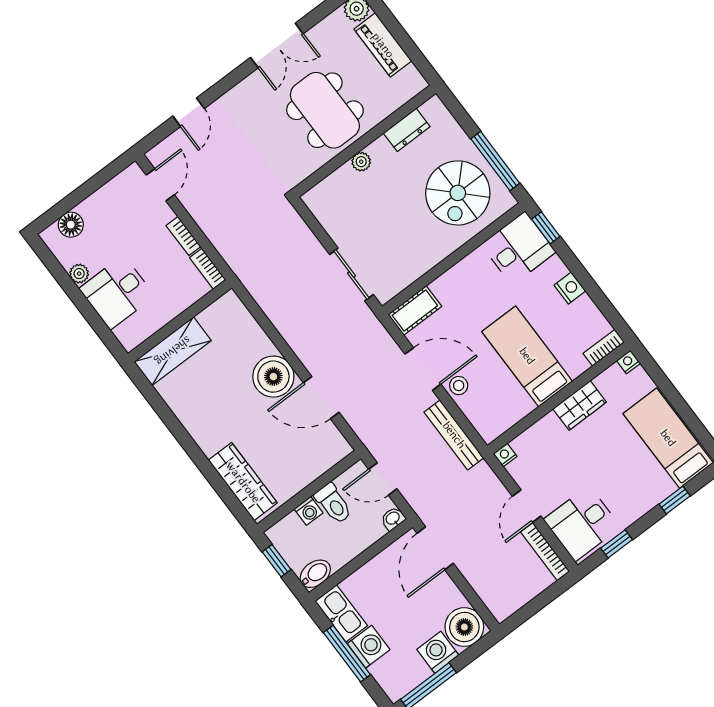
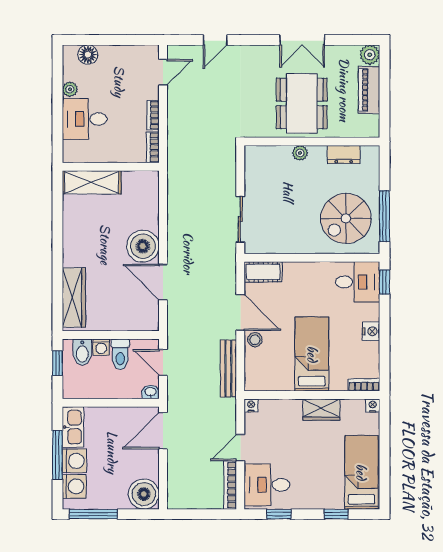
bidet: (315, 574) -> (82, 352), moved, turned 90
washing machine: (438, 652) -> (74, 486), moved, turned 90

